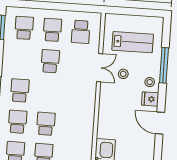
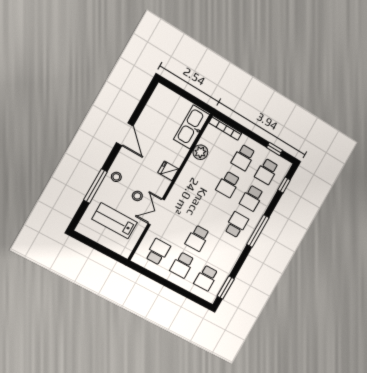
school desk: (20, 90) -> (236, 225), turned 180
fridge: (150, 99) -> (168, 171), moved, turned 180
plant: (86, 140) -> (200, 152), added

